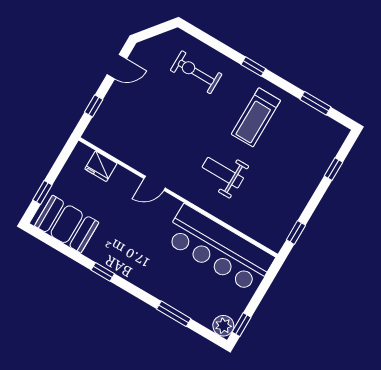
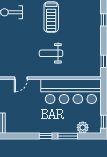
window: (103, 272) -> (46, 136), moved
plant: (223, 326) -> (83, 127), moved

